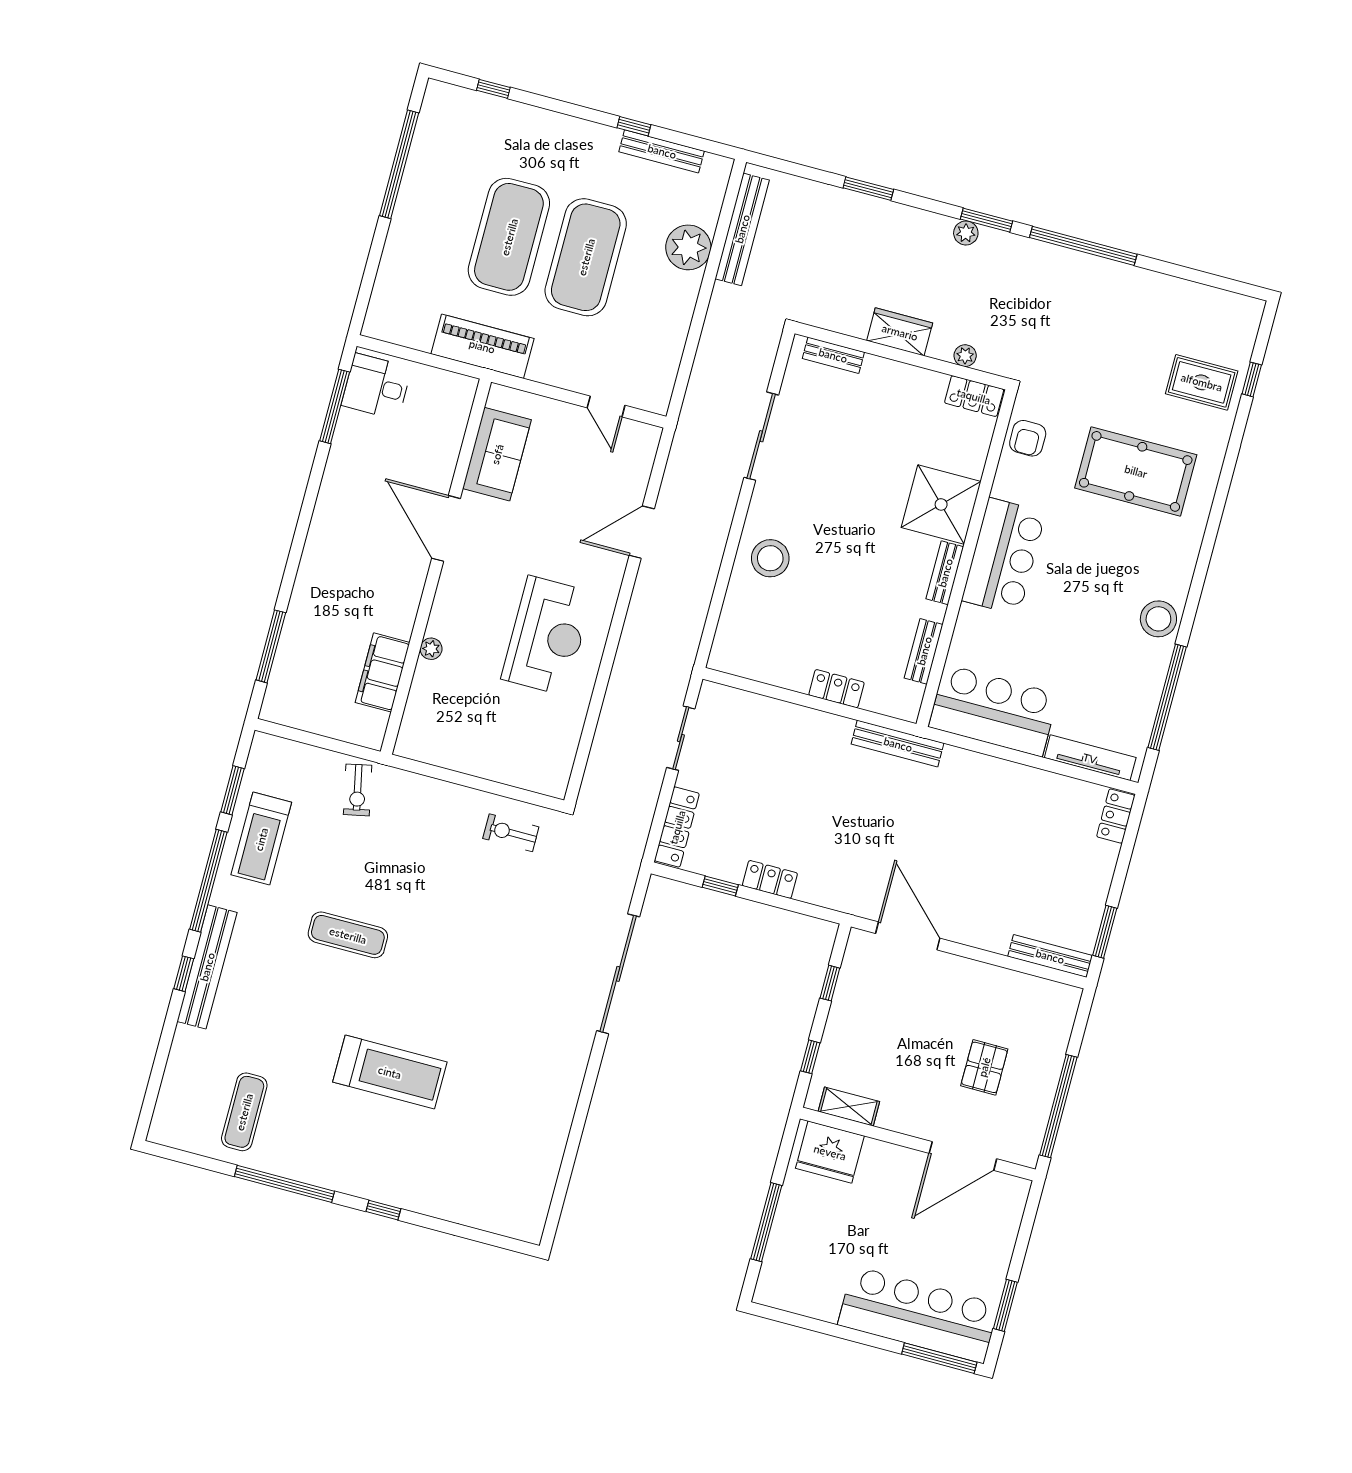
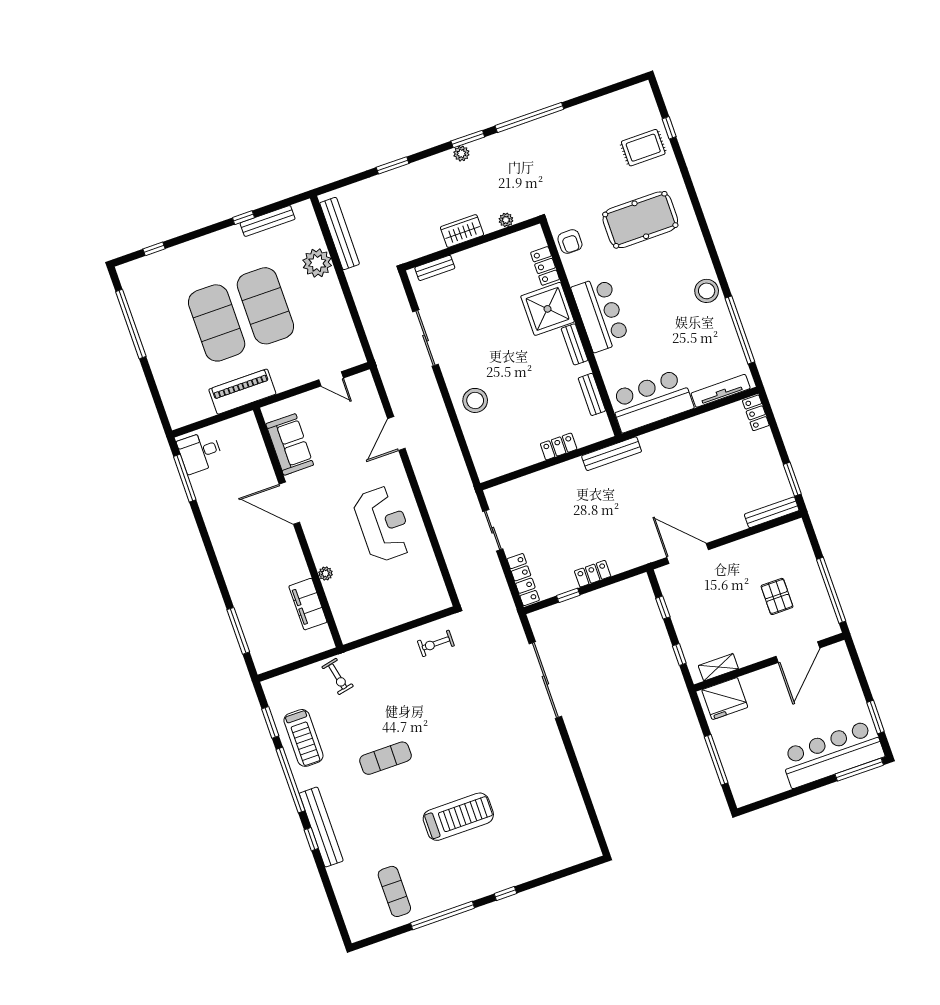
locker: (974, 396) -> (545, 266), moved, turned 90

